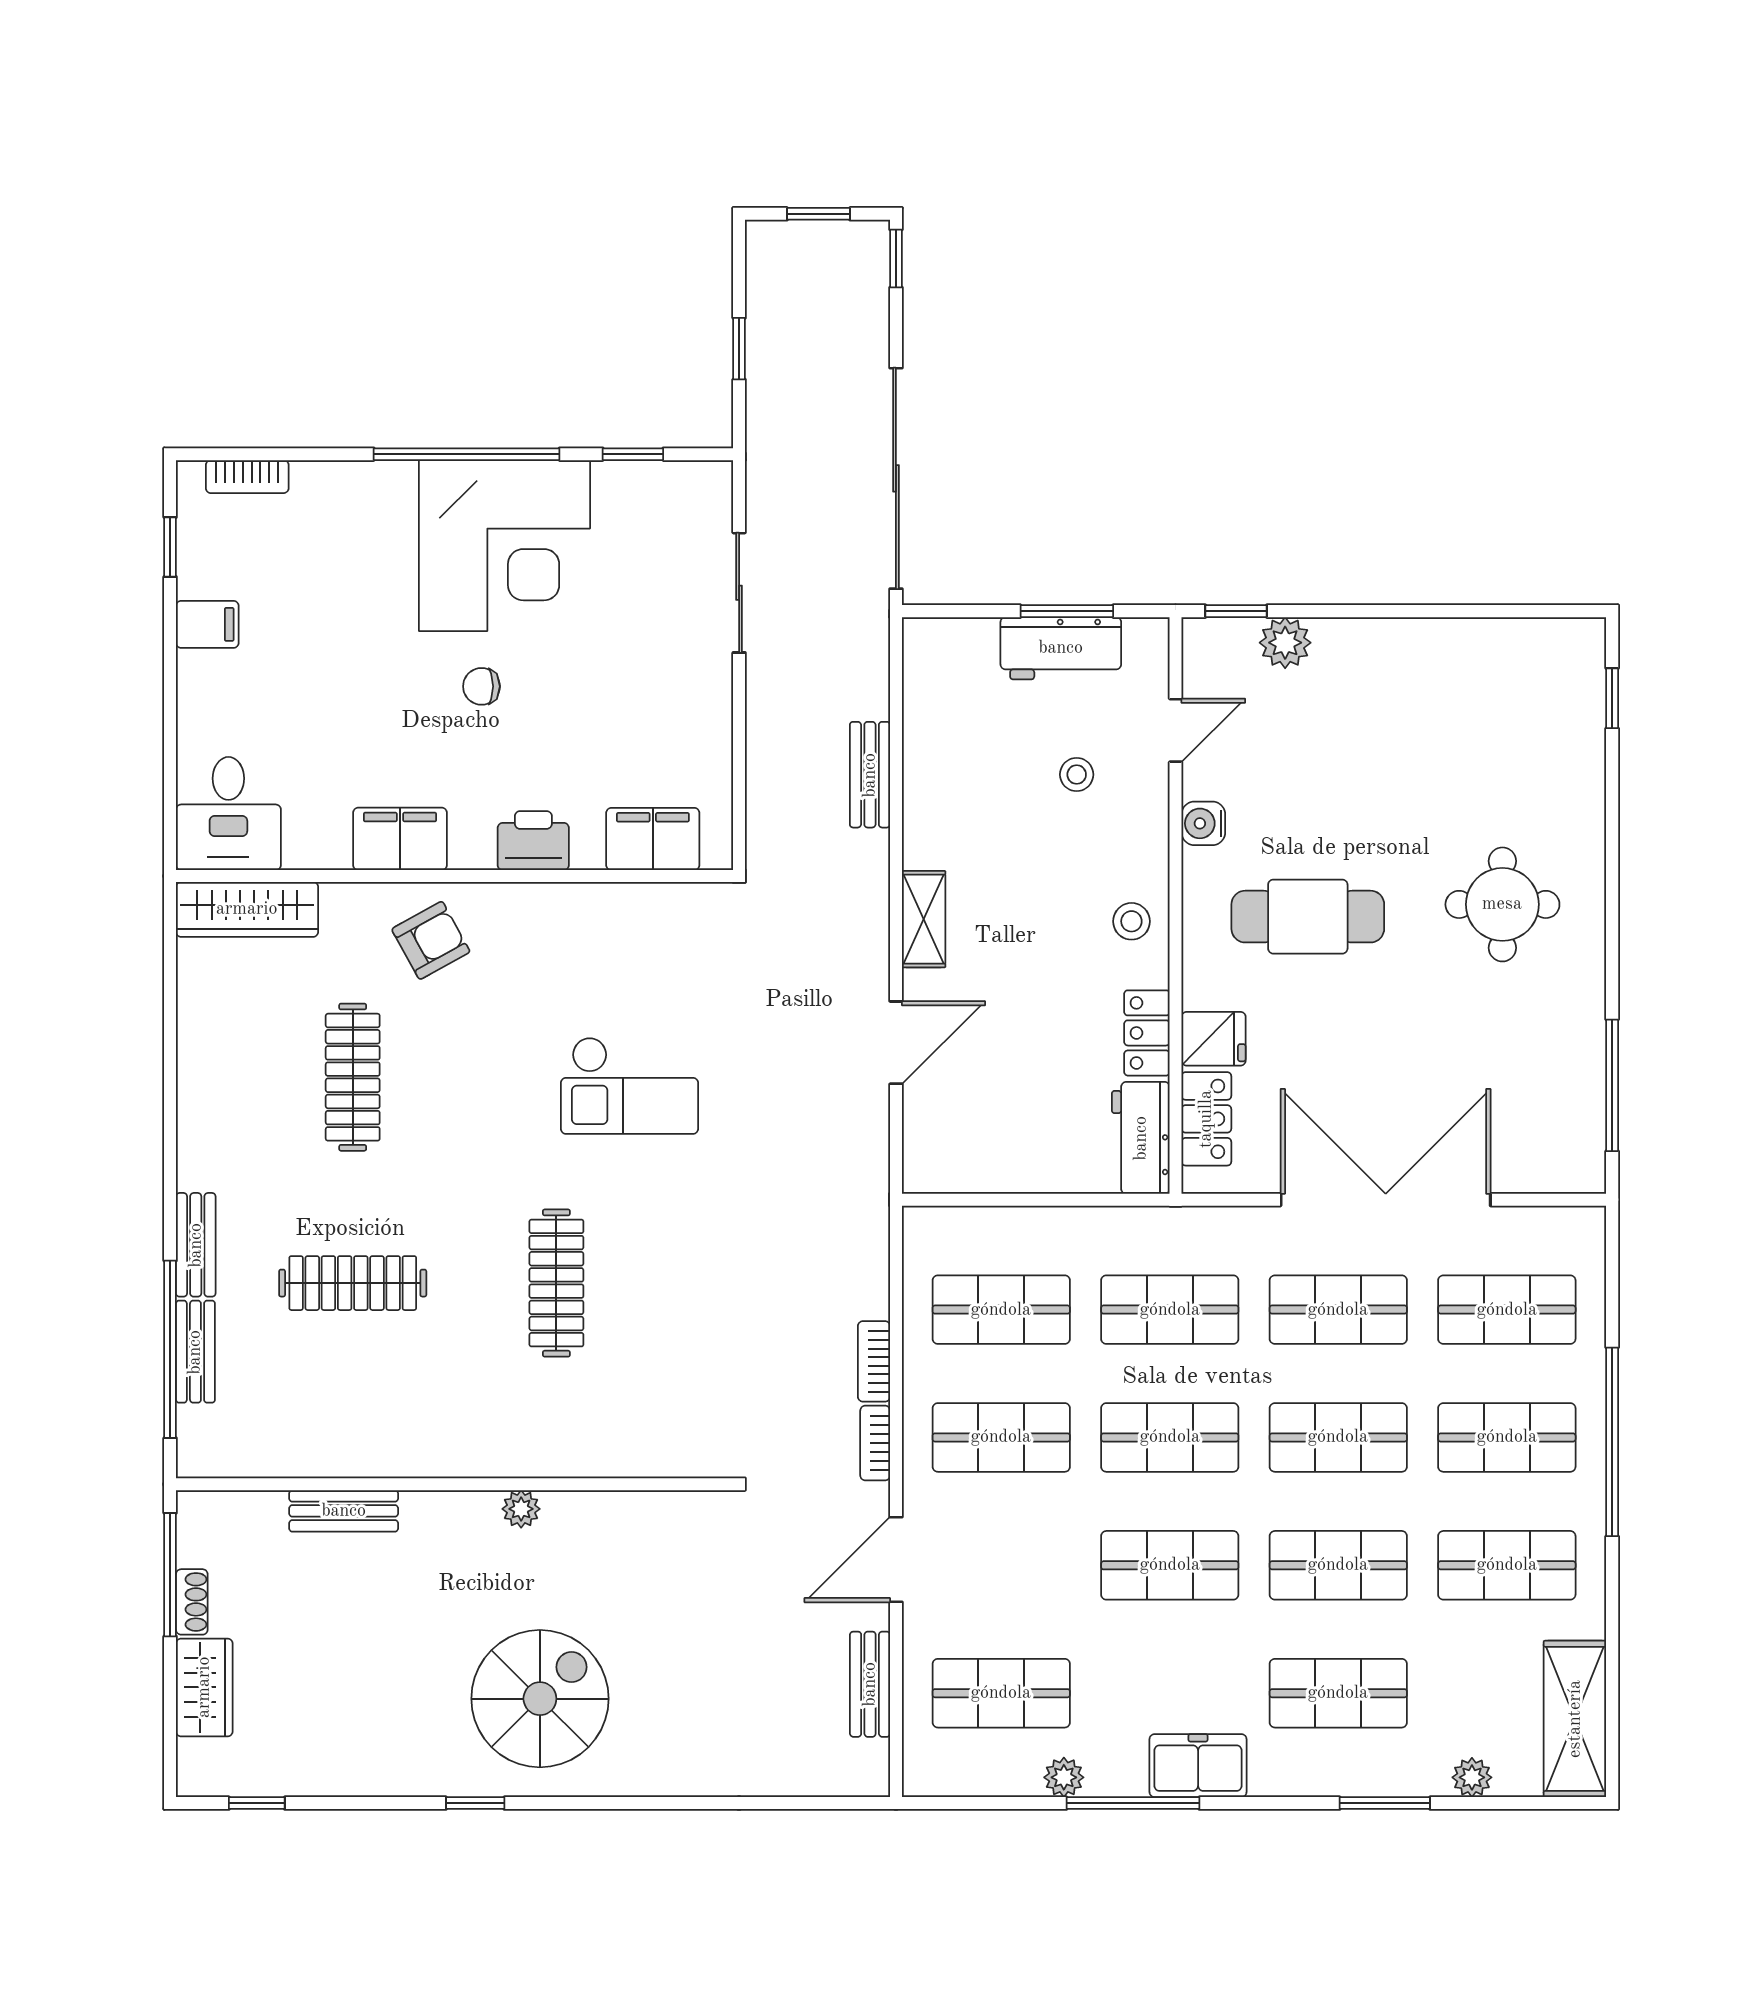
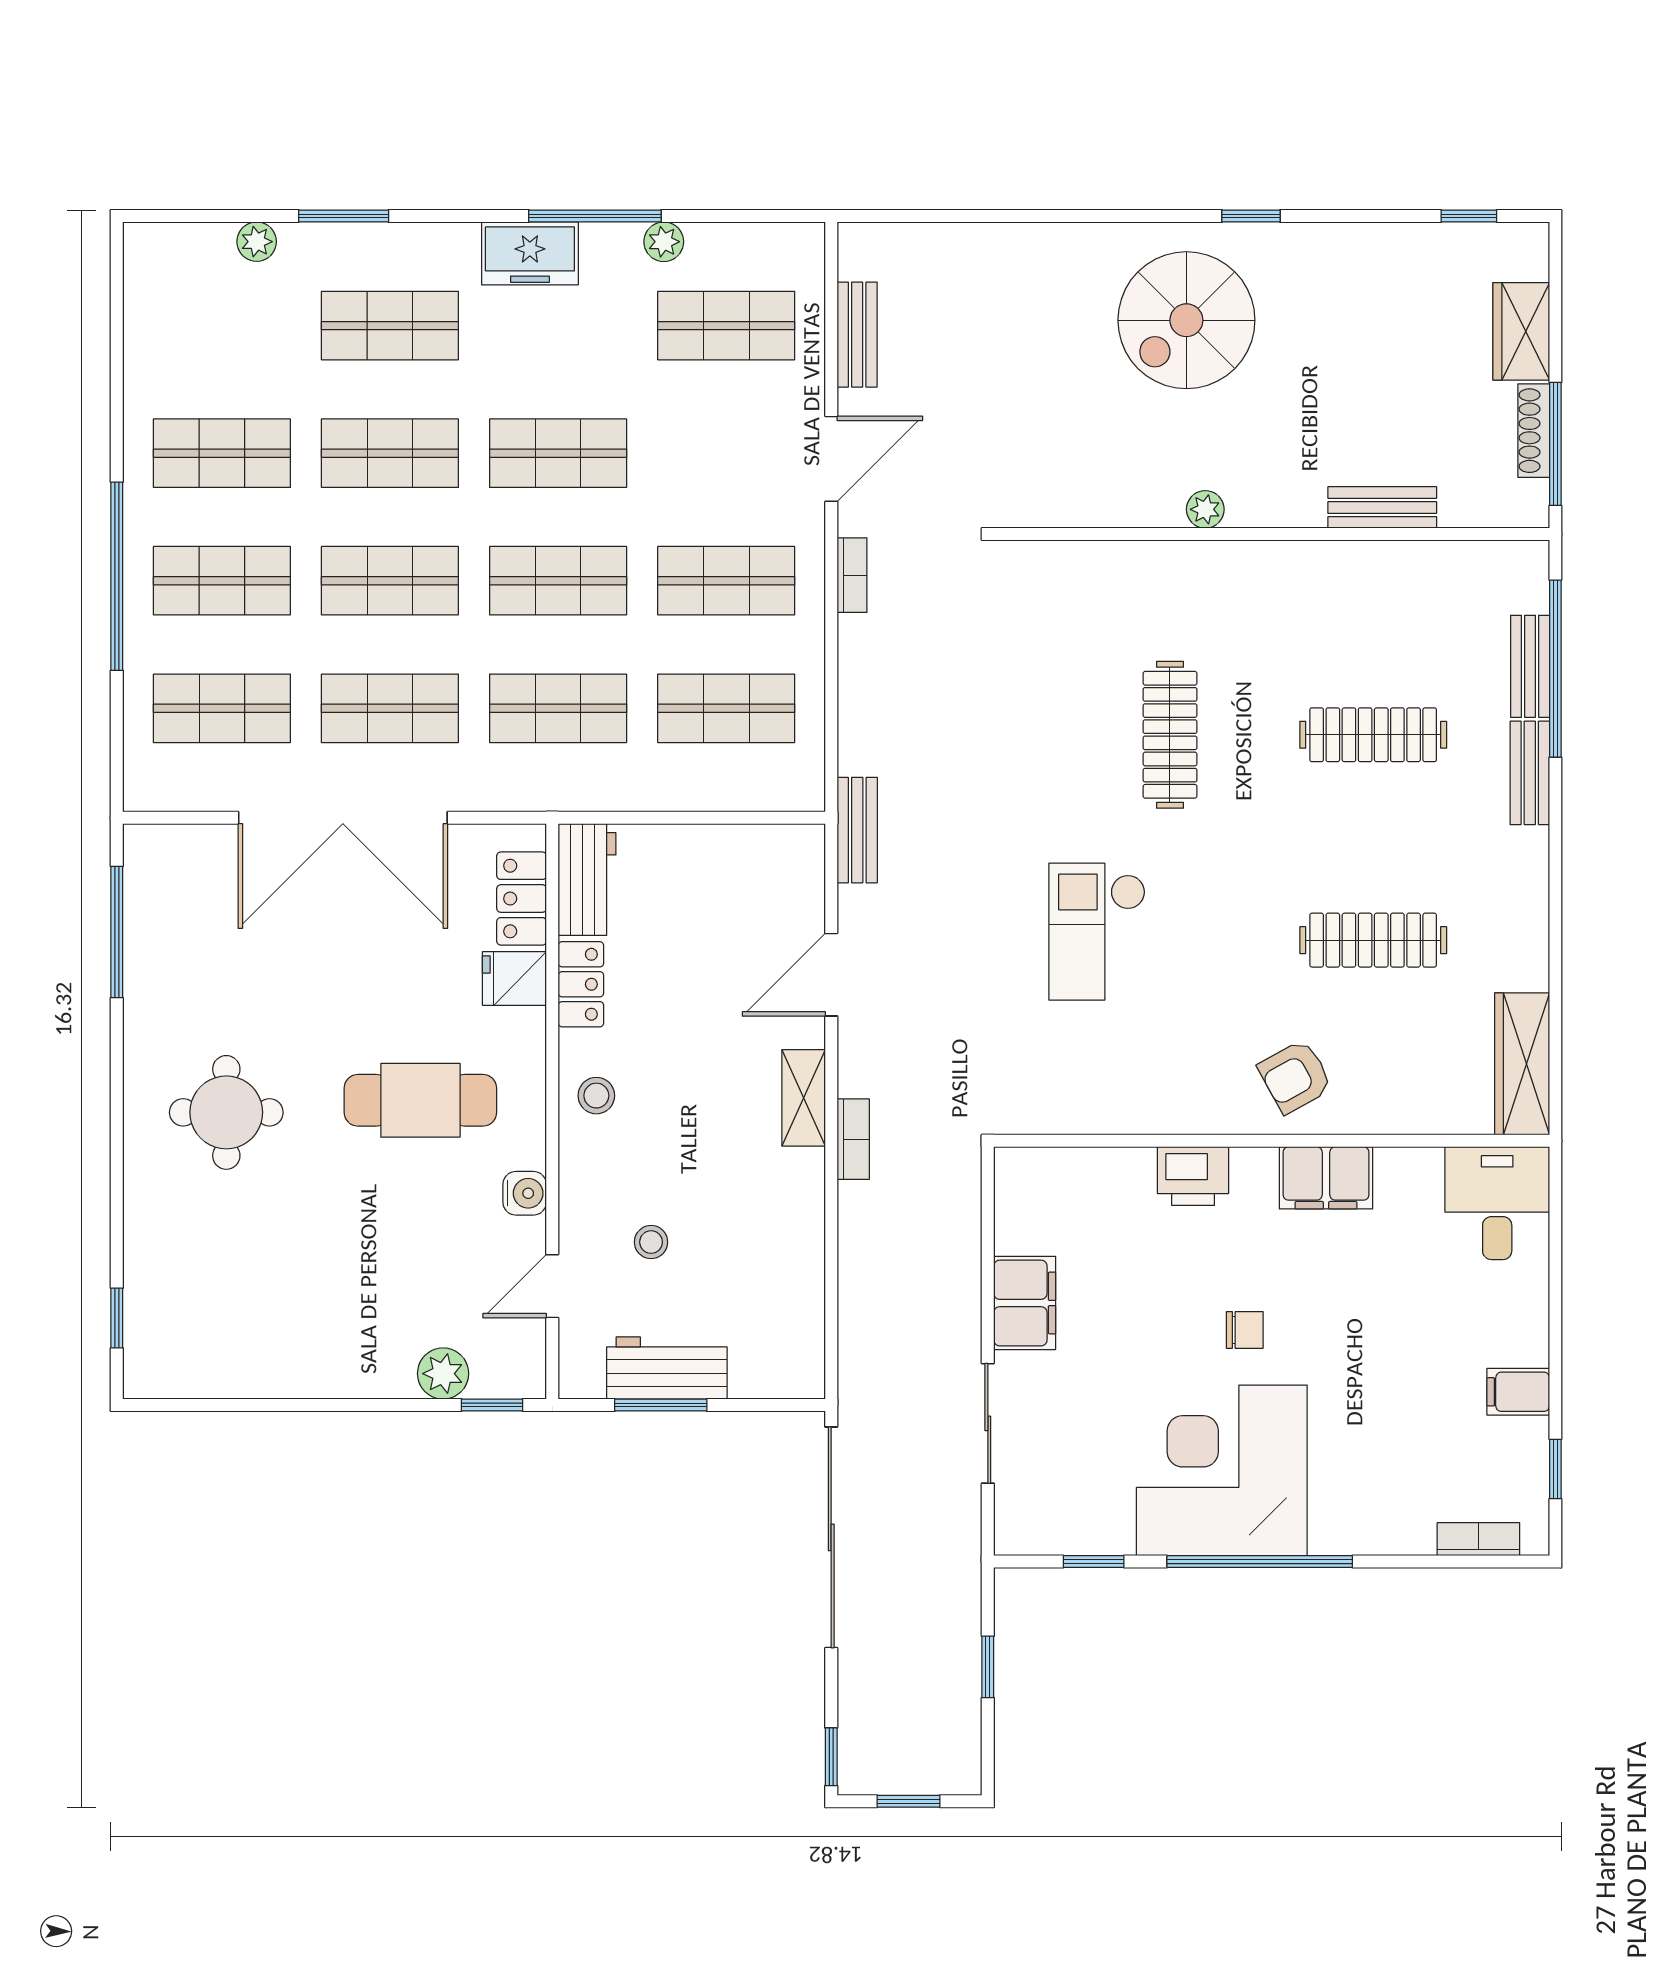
bench: (870, 775) -> (857, 830), moved
filing cabinet: (653, 839) -> (1025, 1303), moved, turned -90
wardrobe: (247, 909) -> (1522, 1064), moved, turned -90
clothes rail: (353, 1077) -> (1373, 940), turned 90
checkout: (629, 1086) -> (1097, 932), turned -90
bookcase: (874, 1361) -> (853, 1139), moved
shoe rack: (192, 1602) -> (1534, 431), width x1.43
shelving: (1575, 1719) -> (154, 300), removed

